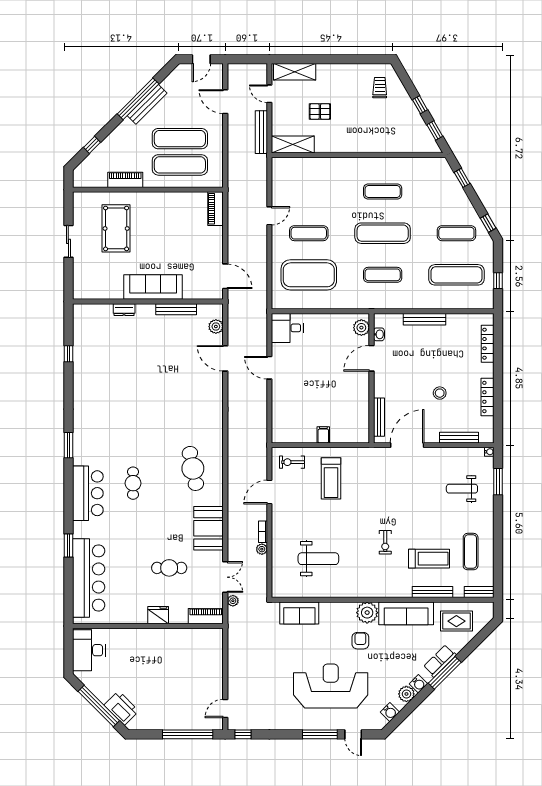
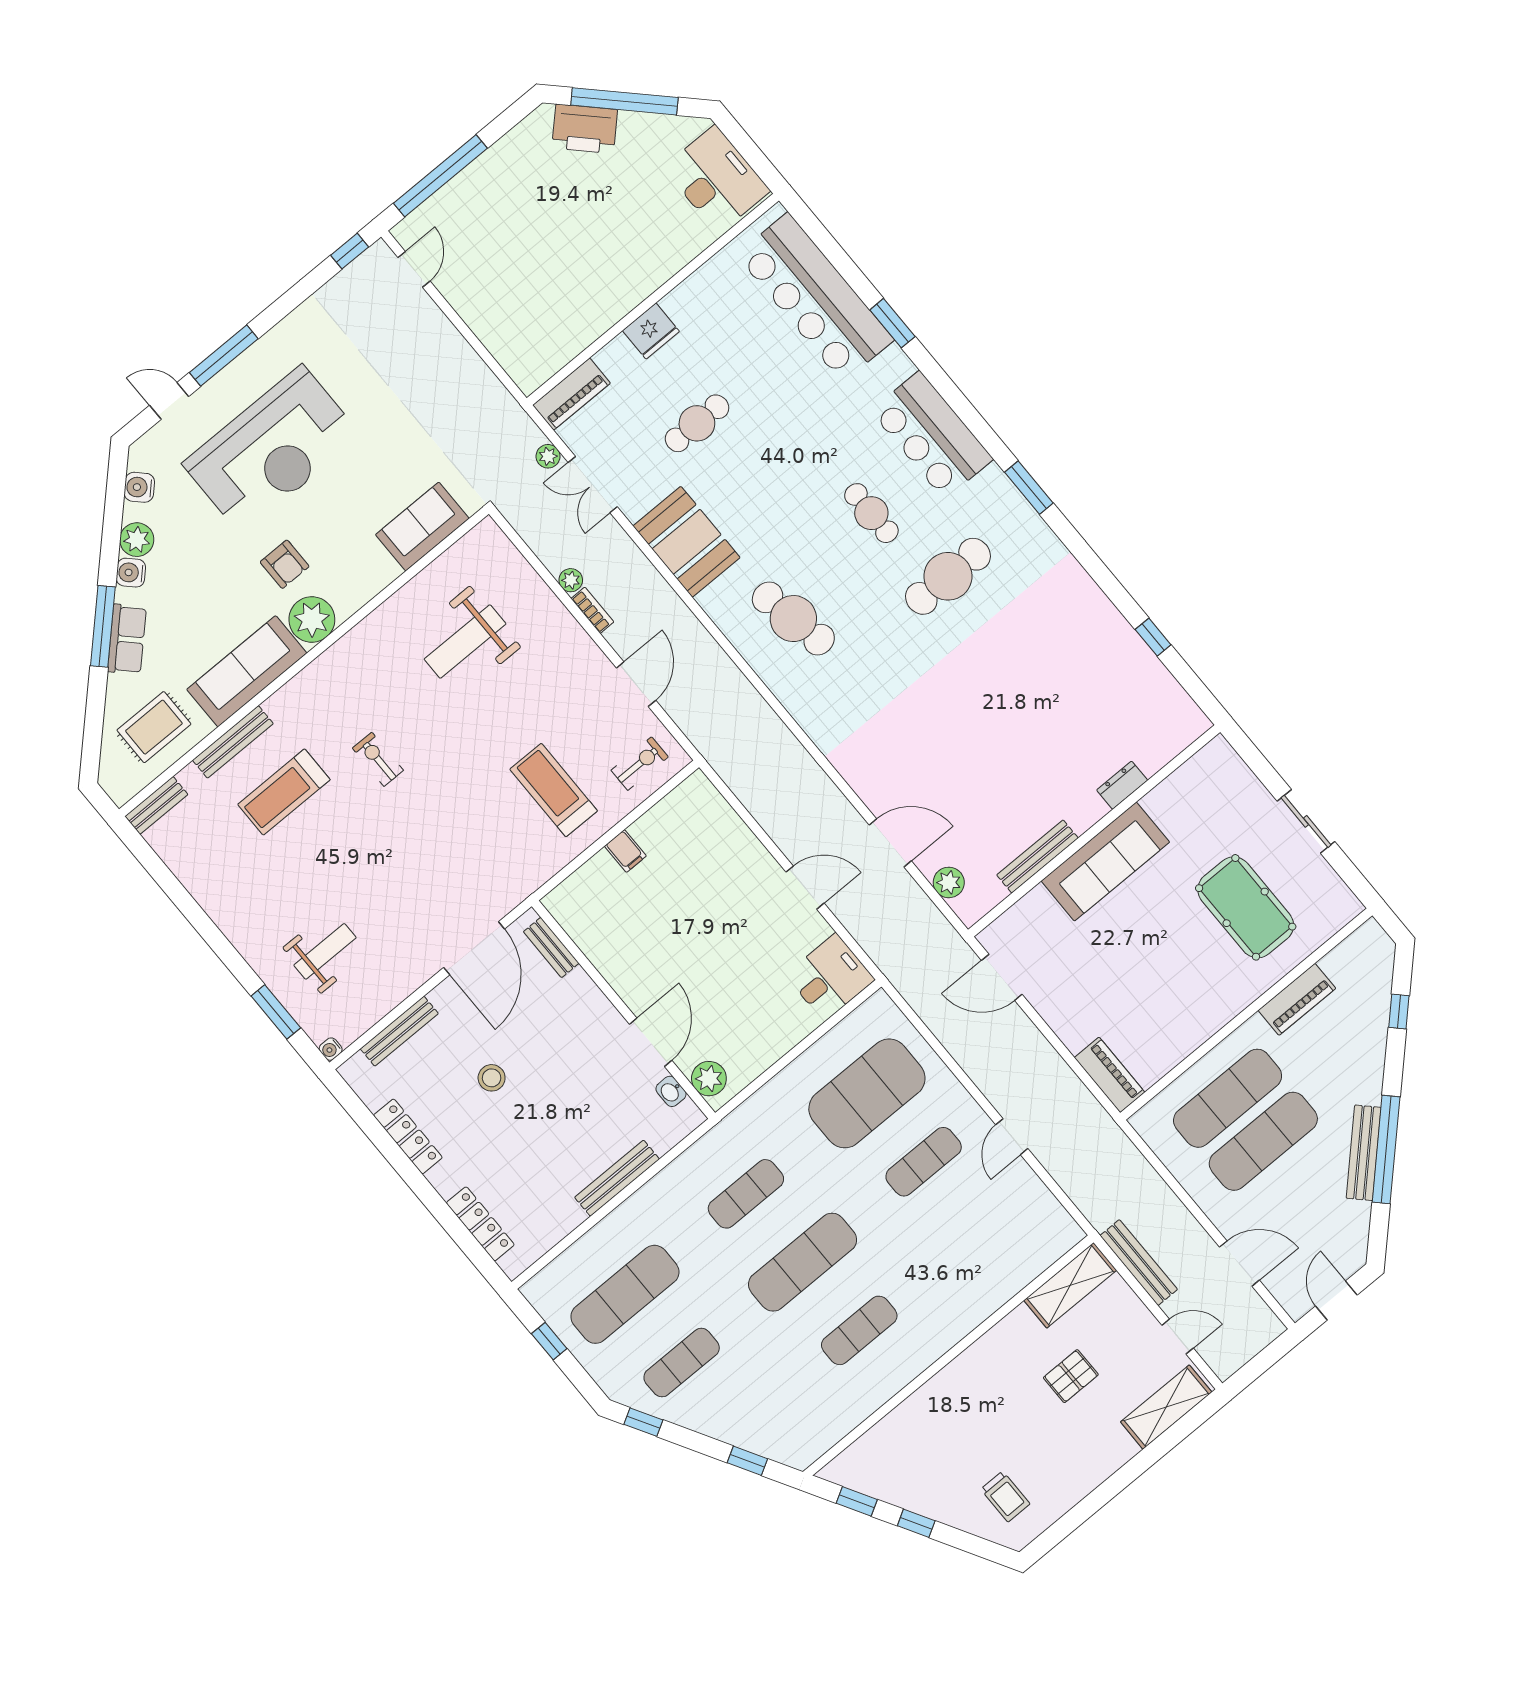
bench: (379, 417) -> (551, 947), width x0.73
cafe table: (124, 437) -> (948, 576), added
exercise mat: (471, 552) -> (225, 860), removed

